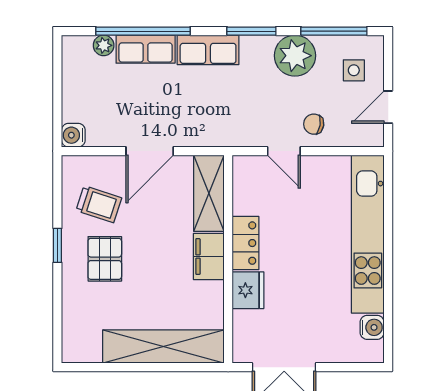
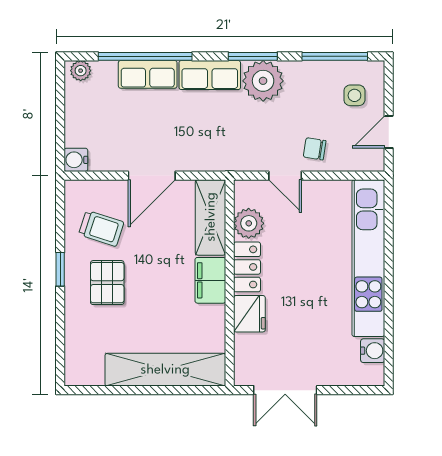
plant: (104, 45) -> (81, 71), moved
plant: (295, 56) -> (263, 81), moved
plant: (247, 199) -> (249, 223), added

